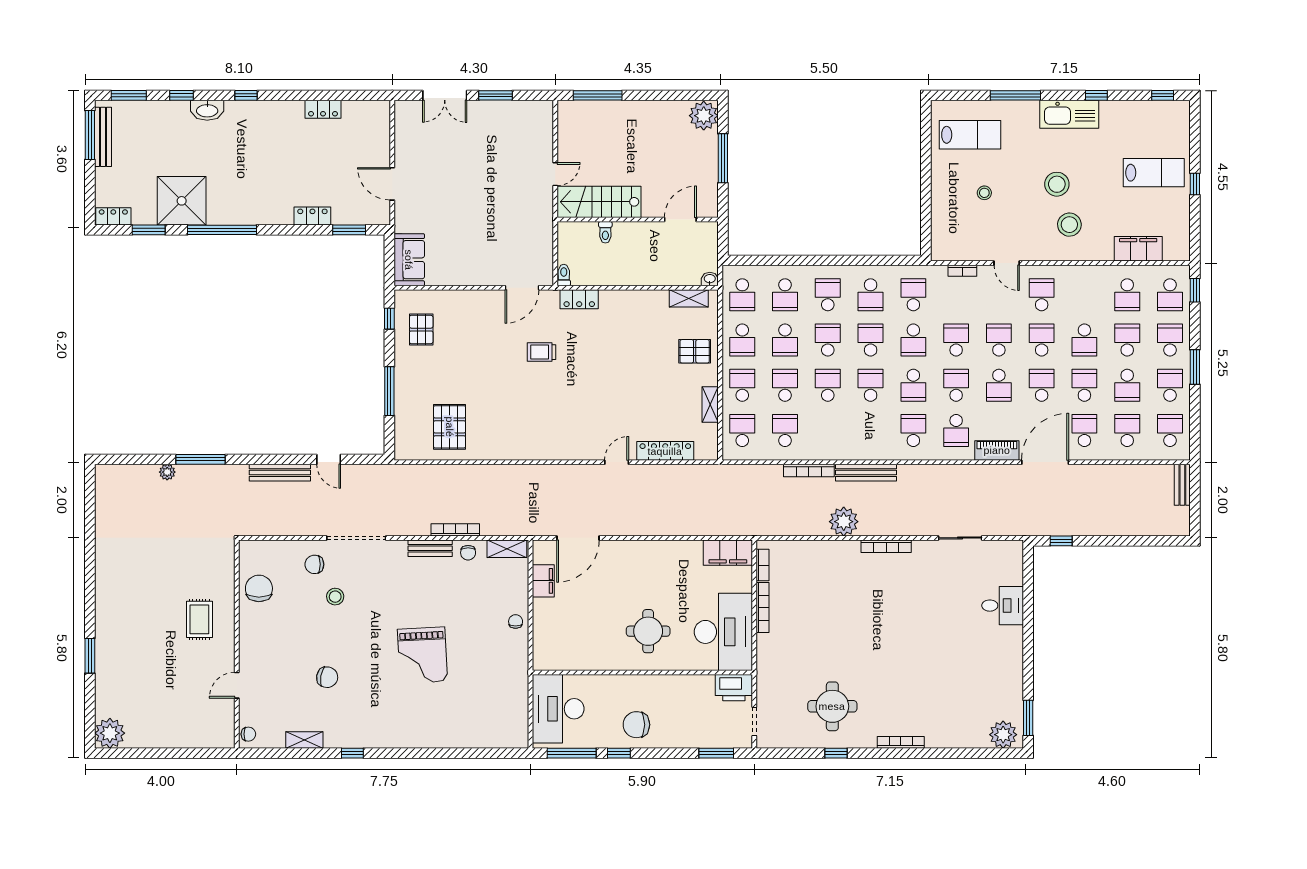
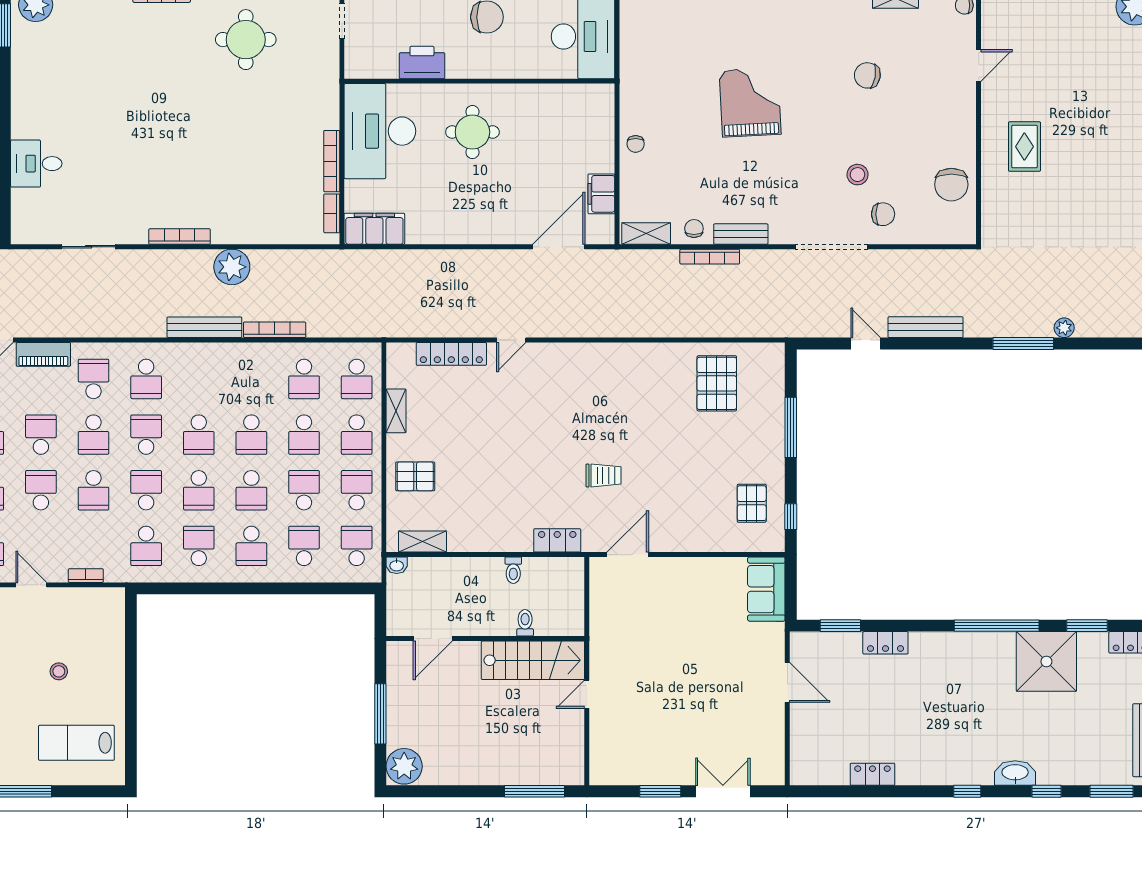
toilet: (564, 275) -> (513, 570), moved
school desk: (999, 340) -> (41, 490), turned 180
printer: (734, 688) -> (422, 62), moved

